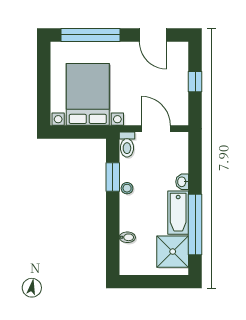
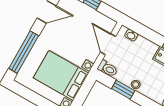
door: (156, 129) -> (108, 44), hinge flipped
washbasin: (182, 182) -> (131, 35), moved

